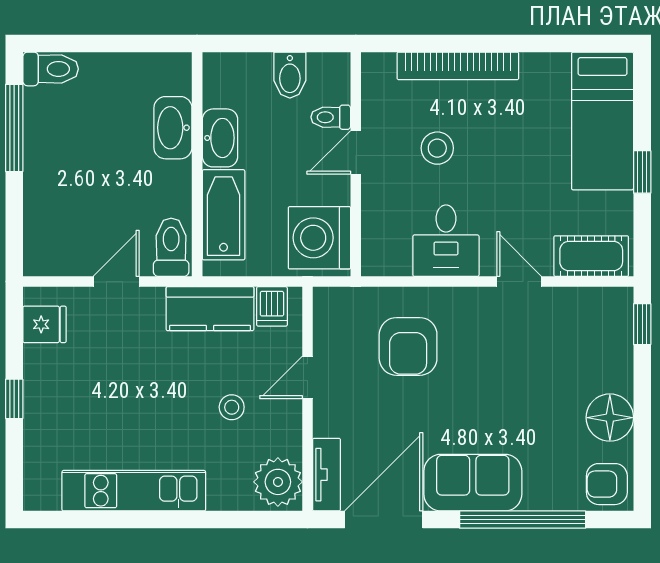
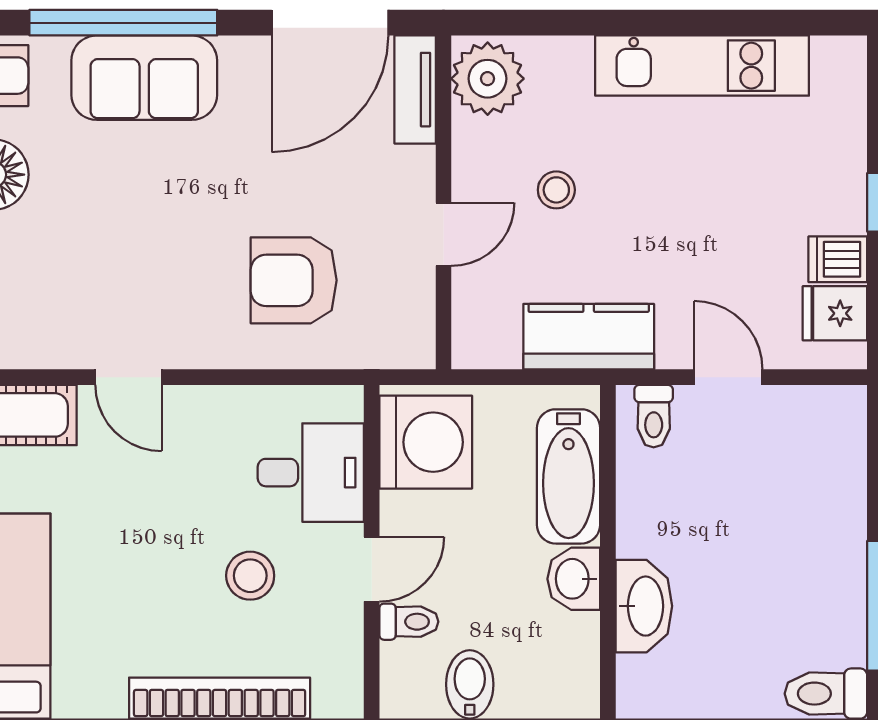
washbasin: (220, 138) -> (574, 579), width x0.72
desk: (446, 241) -> (311, 473), moved, turned 90
toilet: (171, 247) -> (654, 416), width x0.73, depth x0.72
door: (116, 282) -> (728, 377), swing flipped
dishwasher: (272, 306) -> (838, 259), moved, turned -90
armchair: (408, 346) -> (294, 280), turned -90
sofa: (473, 483) -> (144, 78), moved

